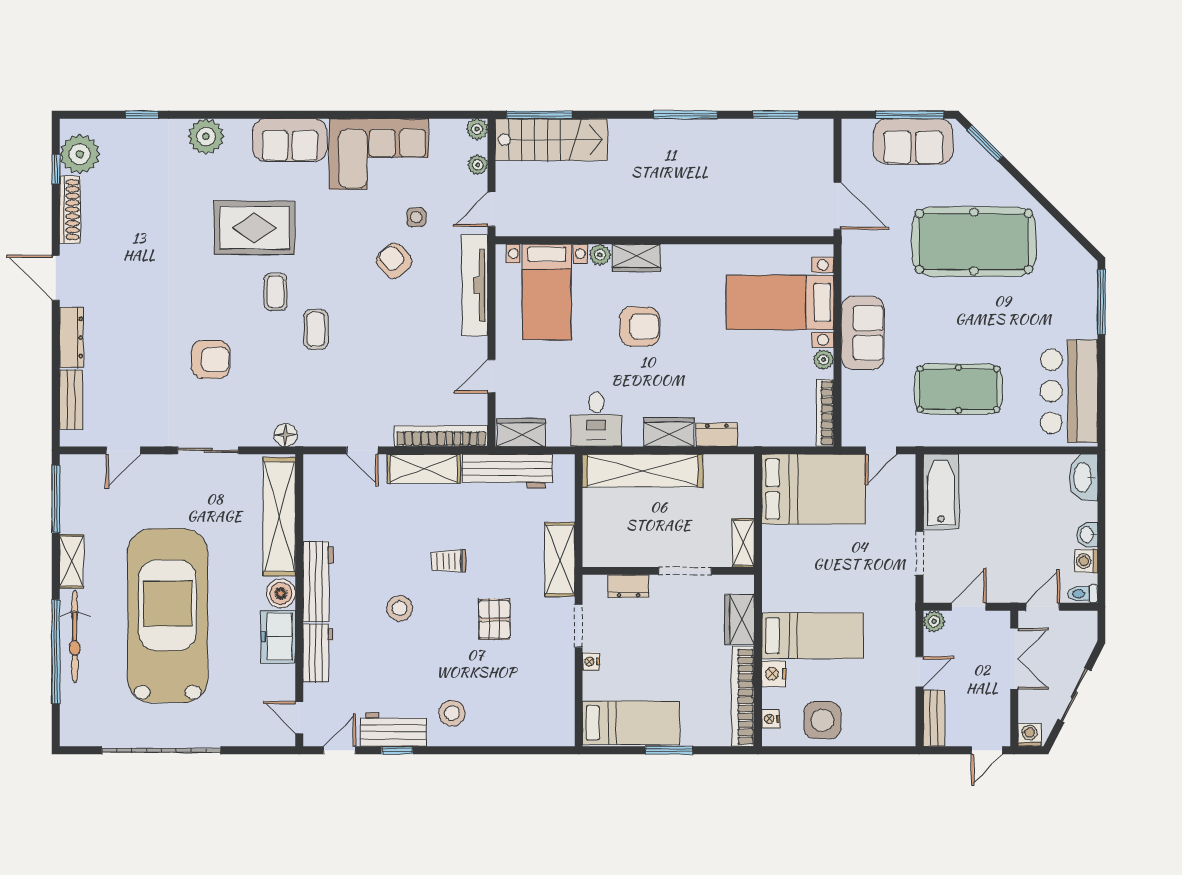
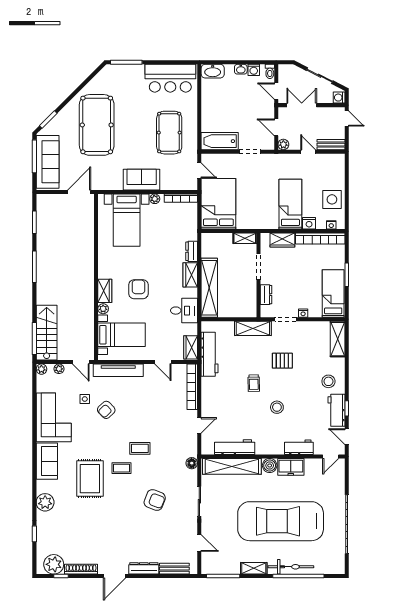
sofa: (913, 141) -> (48, 162), width x1.36
armchair: (211, 359) -> (155, 500), turned 111
shelving: (424, 469) -> (338, 339), moved
workbench: (318, 581) -> (235, 447), moved

